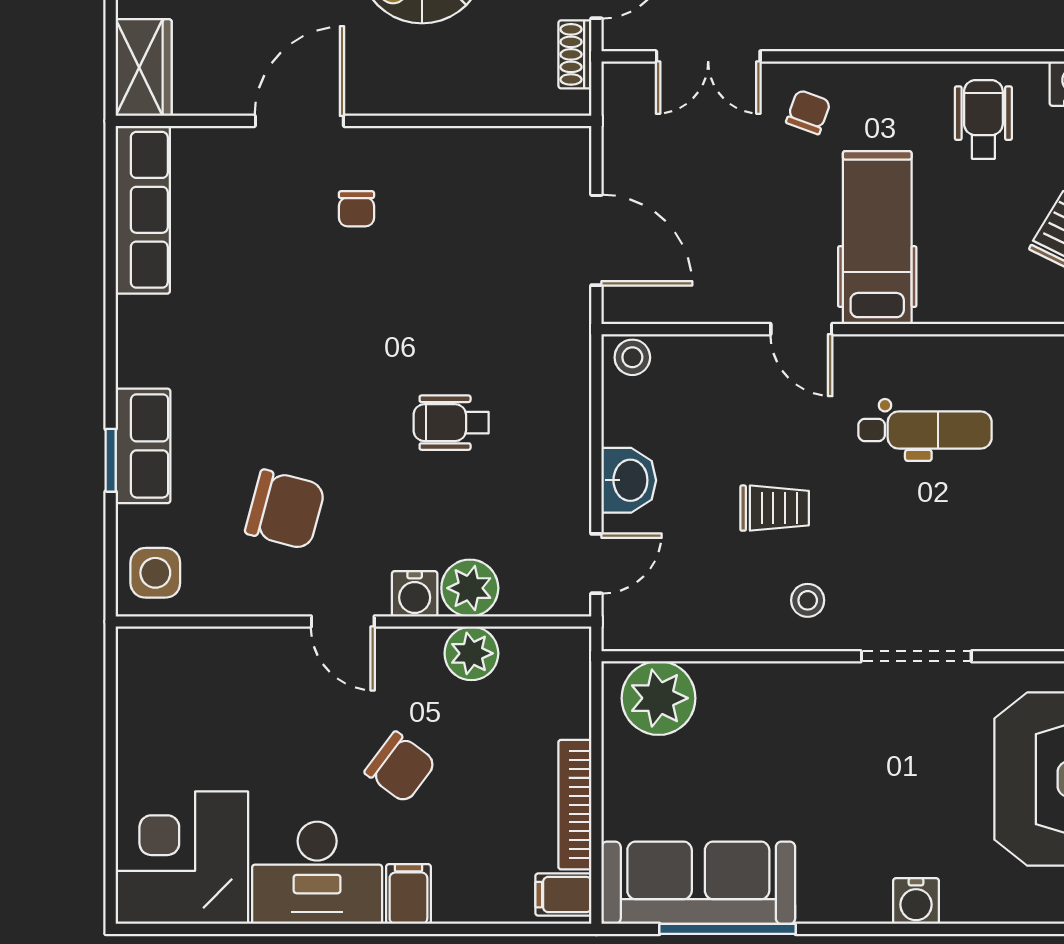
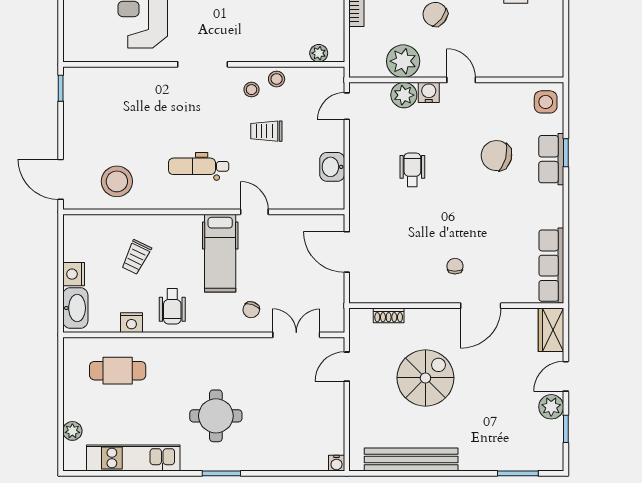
shoe rack: (575, 54) -> (389, 315), moved, turned 90
stool: (632, 357) -> (277, 79), moved
wheelchair: (451, 423) -> (412, 170), turned -90
washbasin: (629, 480) -> (332, 167), moved
chair: (285, 510) -> (496, 156), moved
plant: (471, 653) -> (403, 61), width x1.36, depth x1.36
plant: (659, 698) -> (319, 53), width x0.53, depth x0.53

